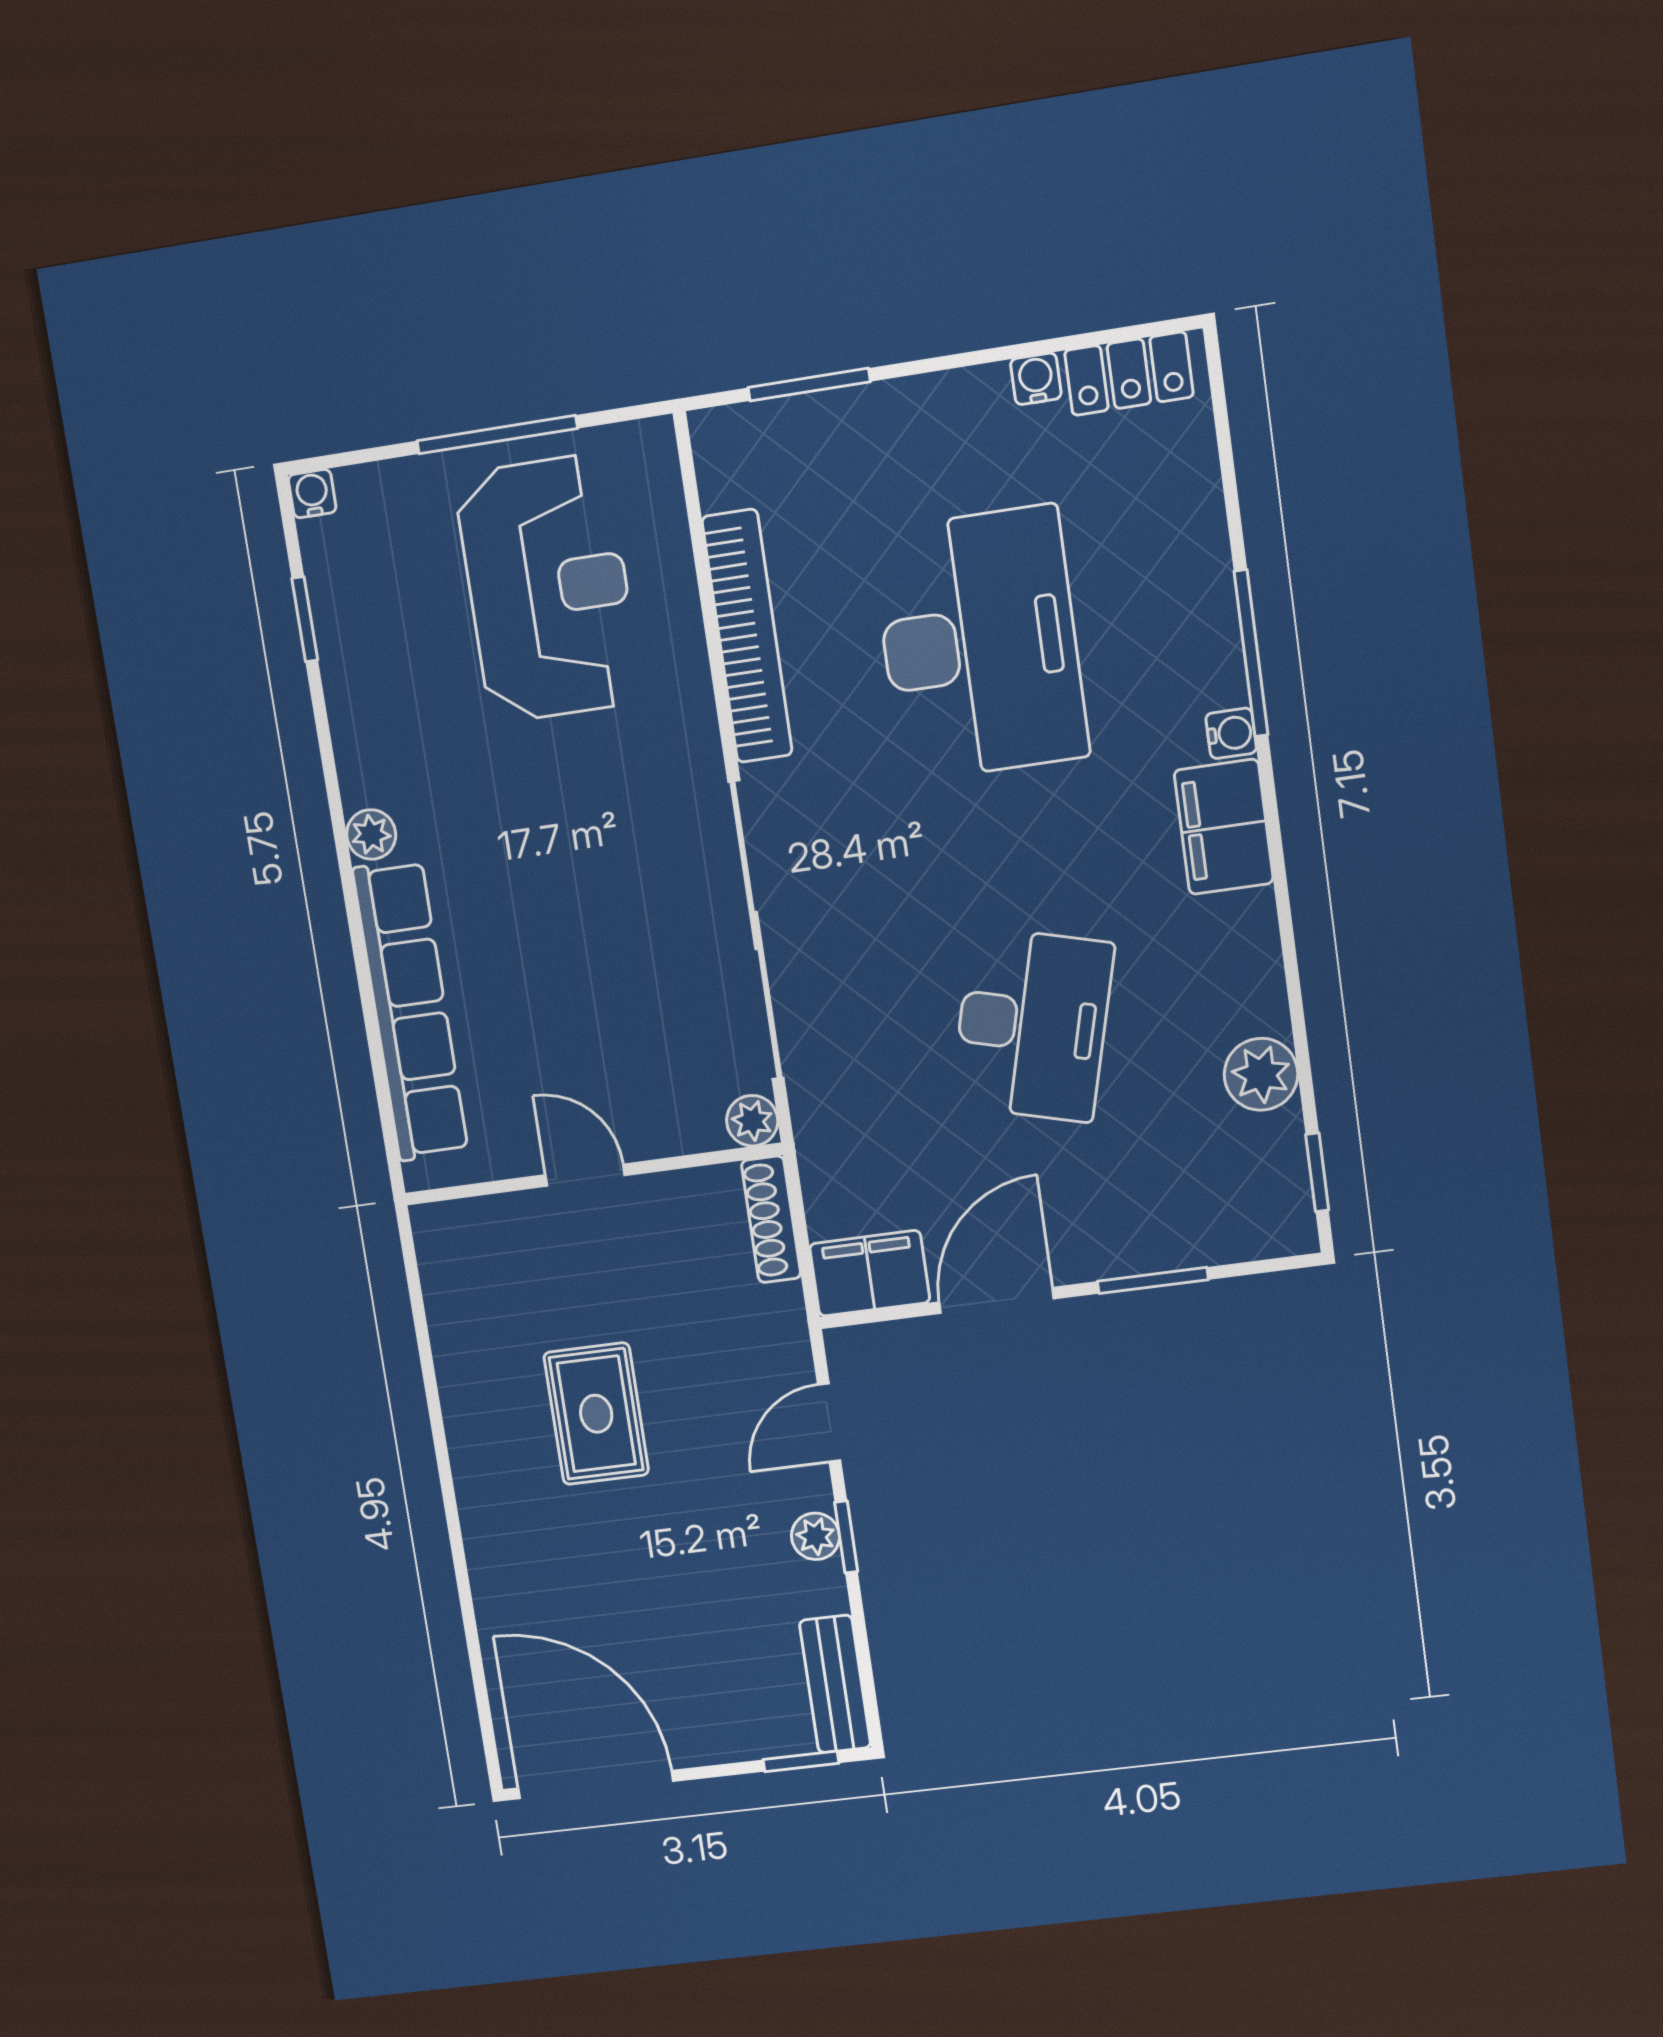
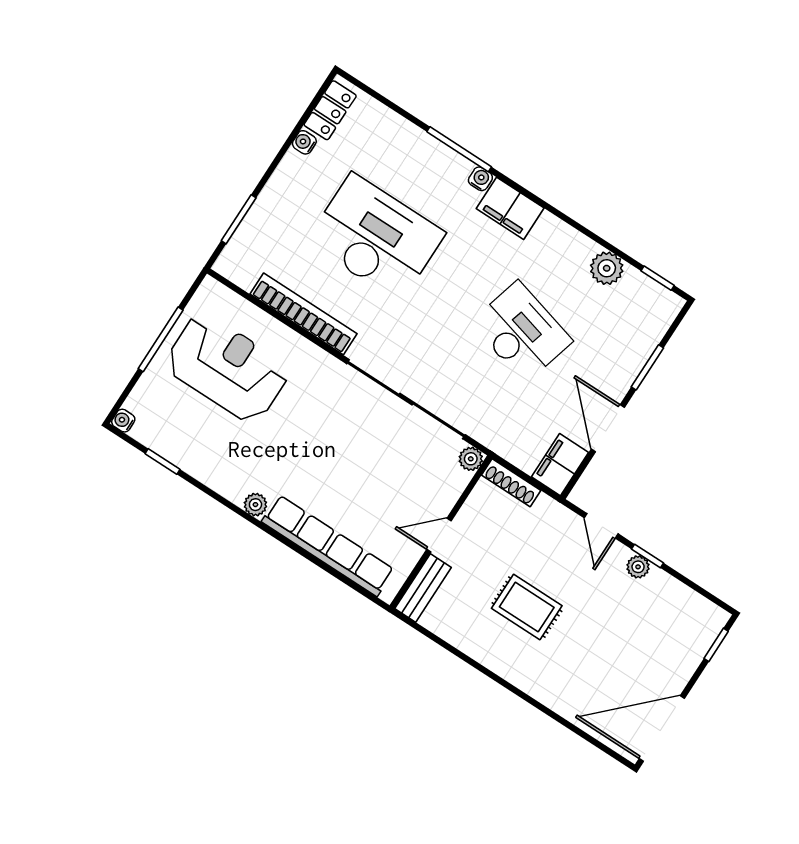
bench: (835, 1684) -> (423, 588), moved, turned 90

